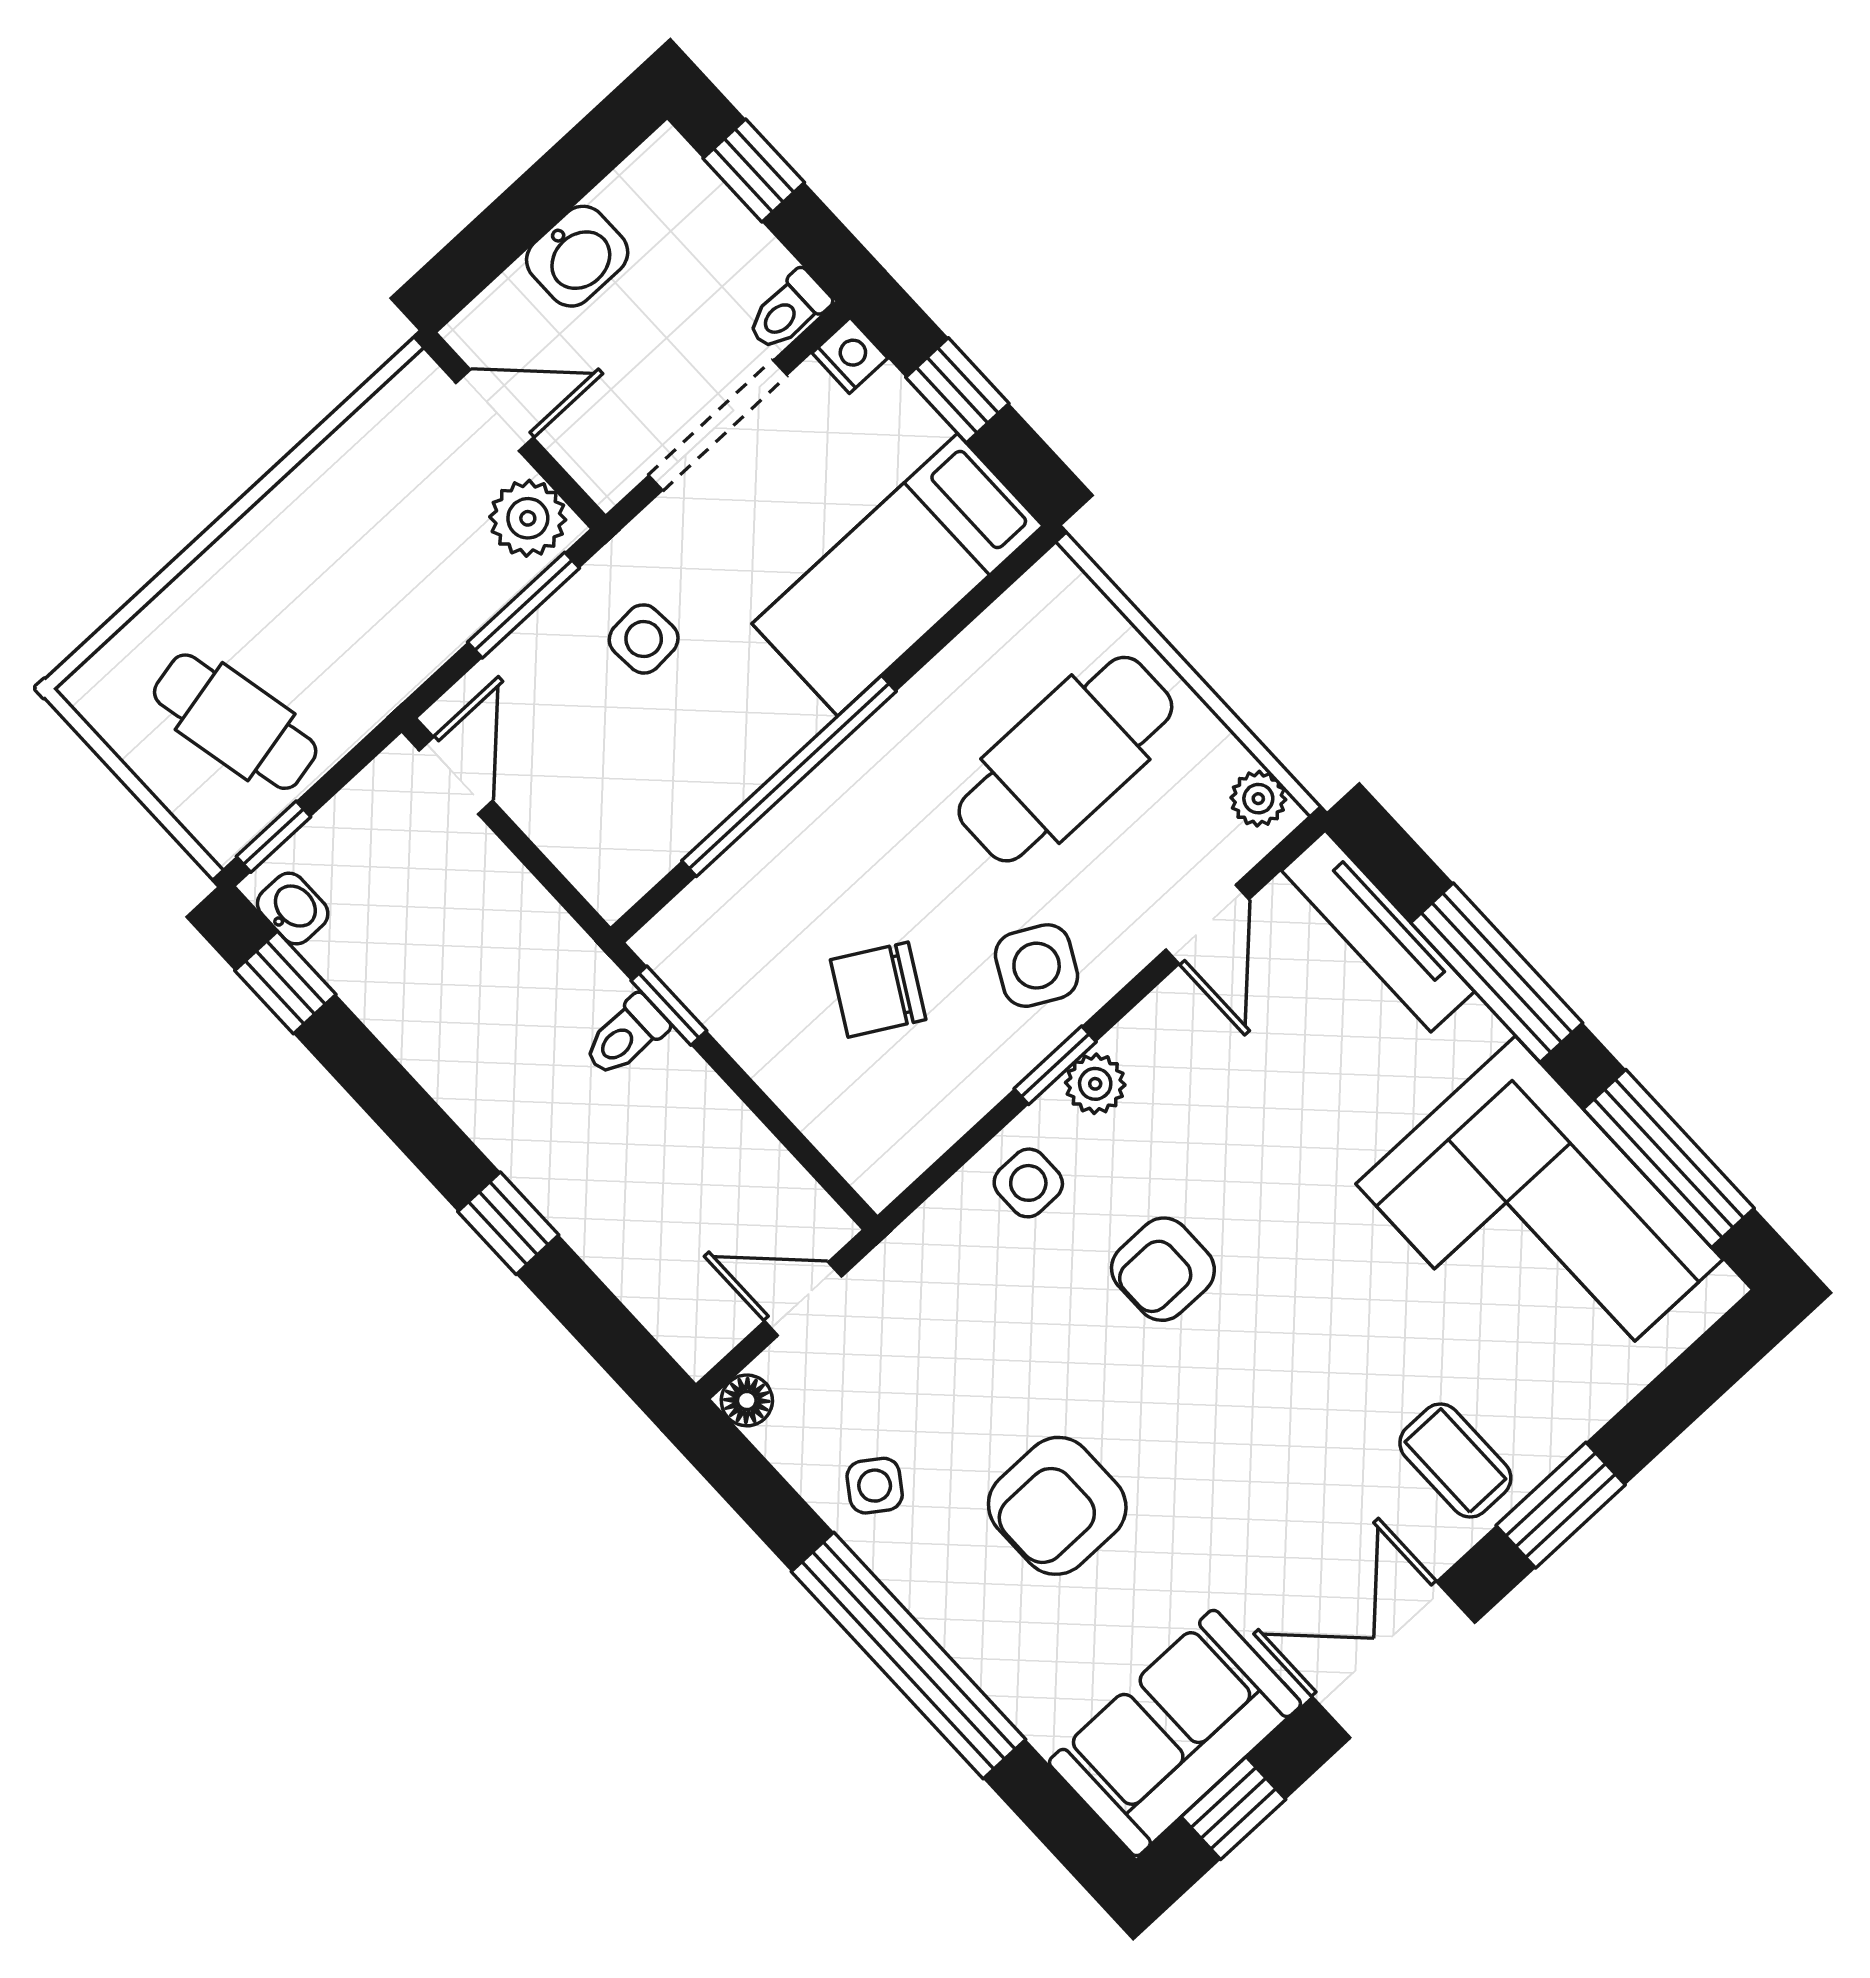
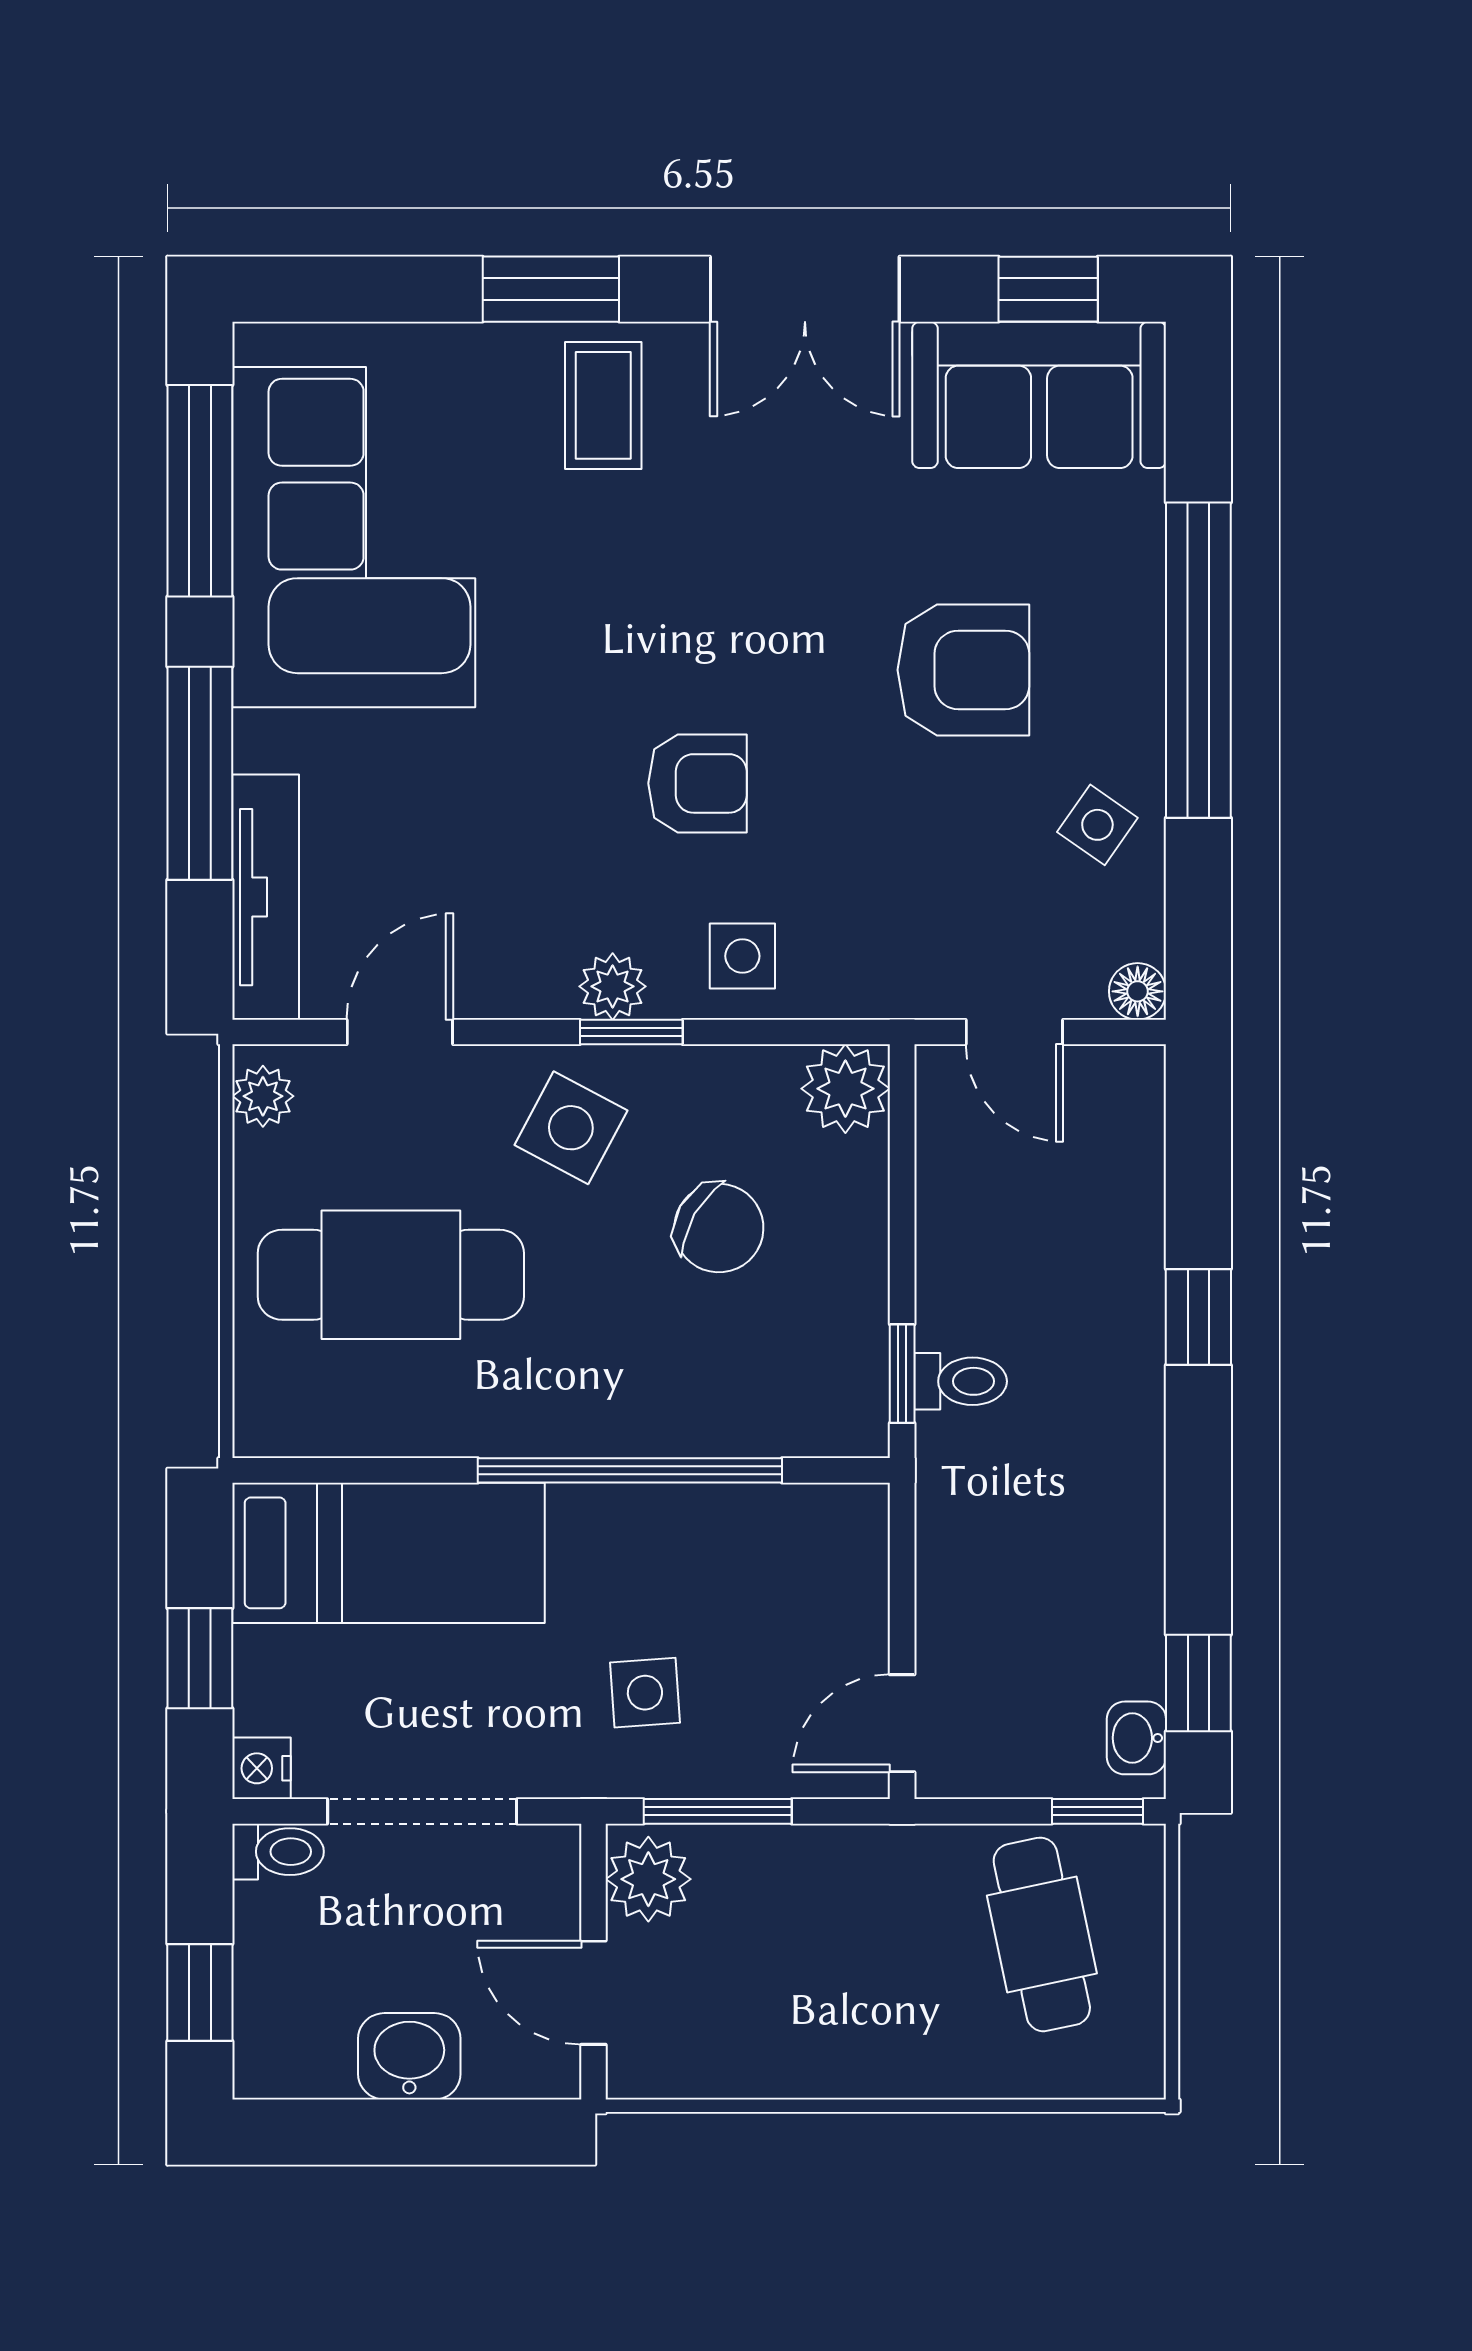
plant: (880, 1159) -> (845, 1089), added

